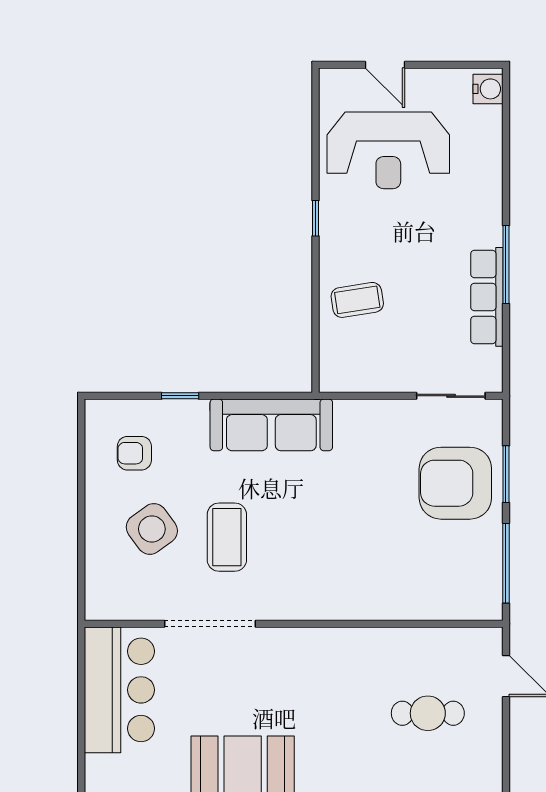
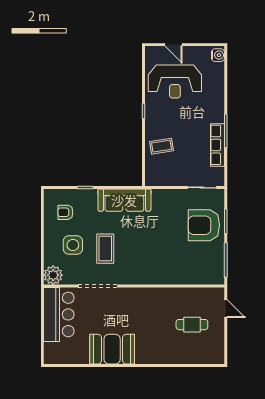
side table: (152, 529) -> (73, 245), turned 36
plant: (106, 599) -> (53, 275), added

